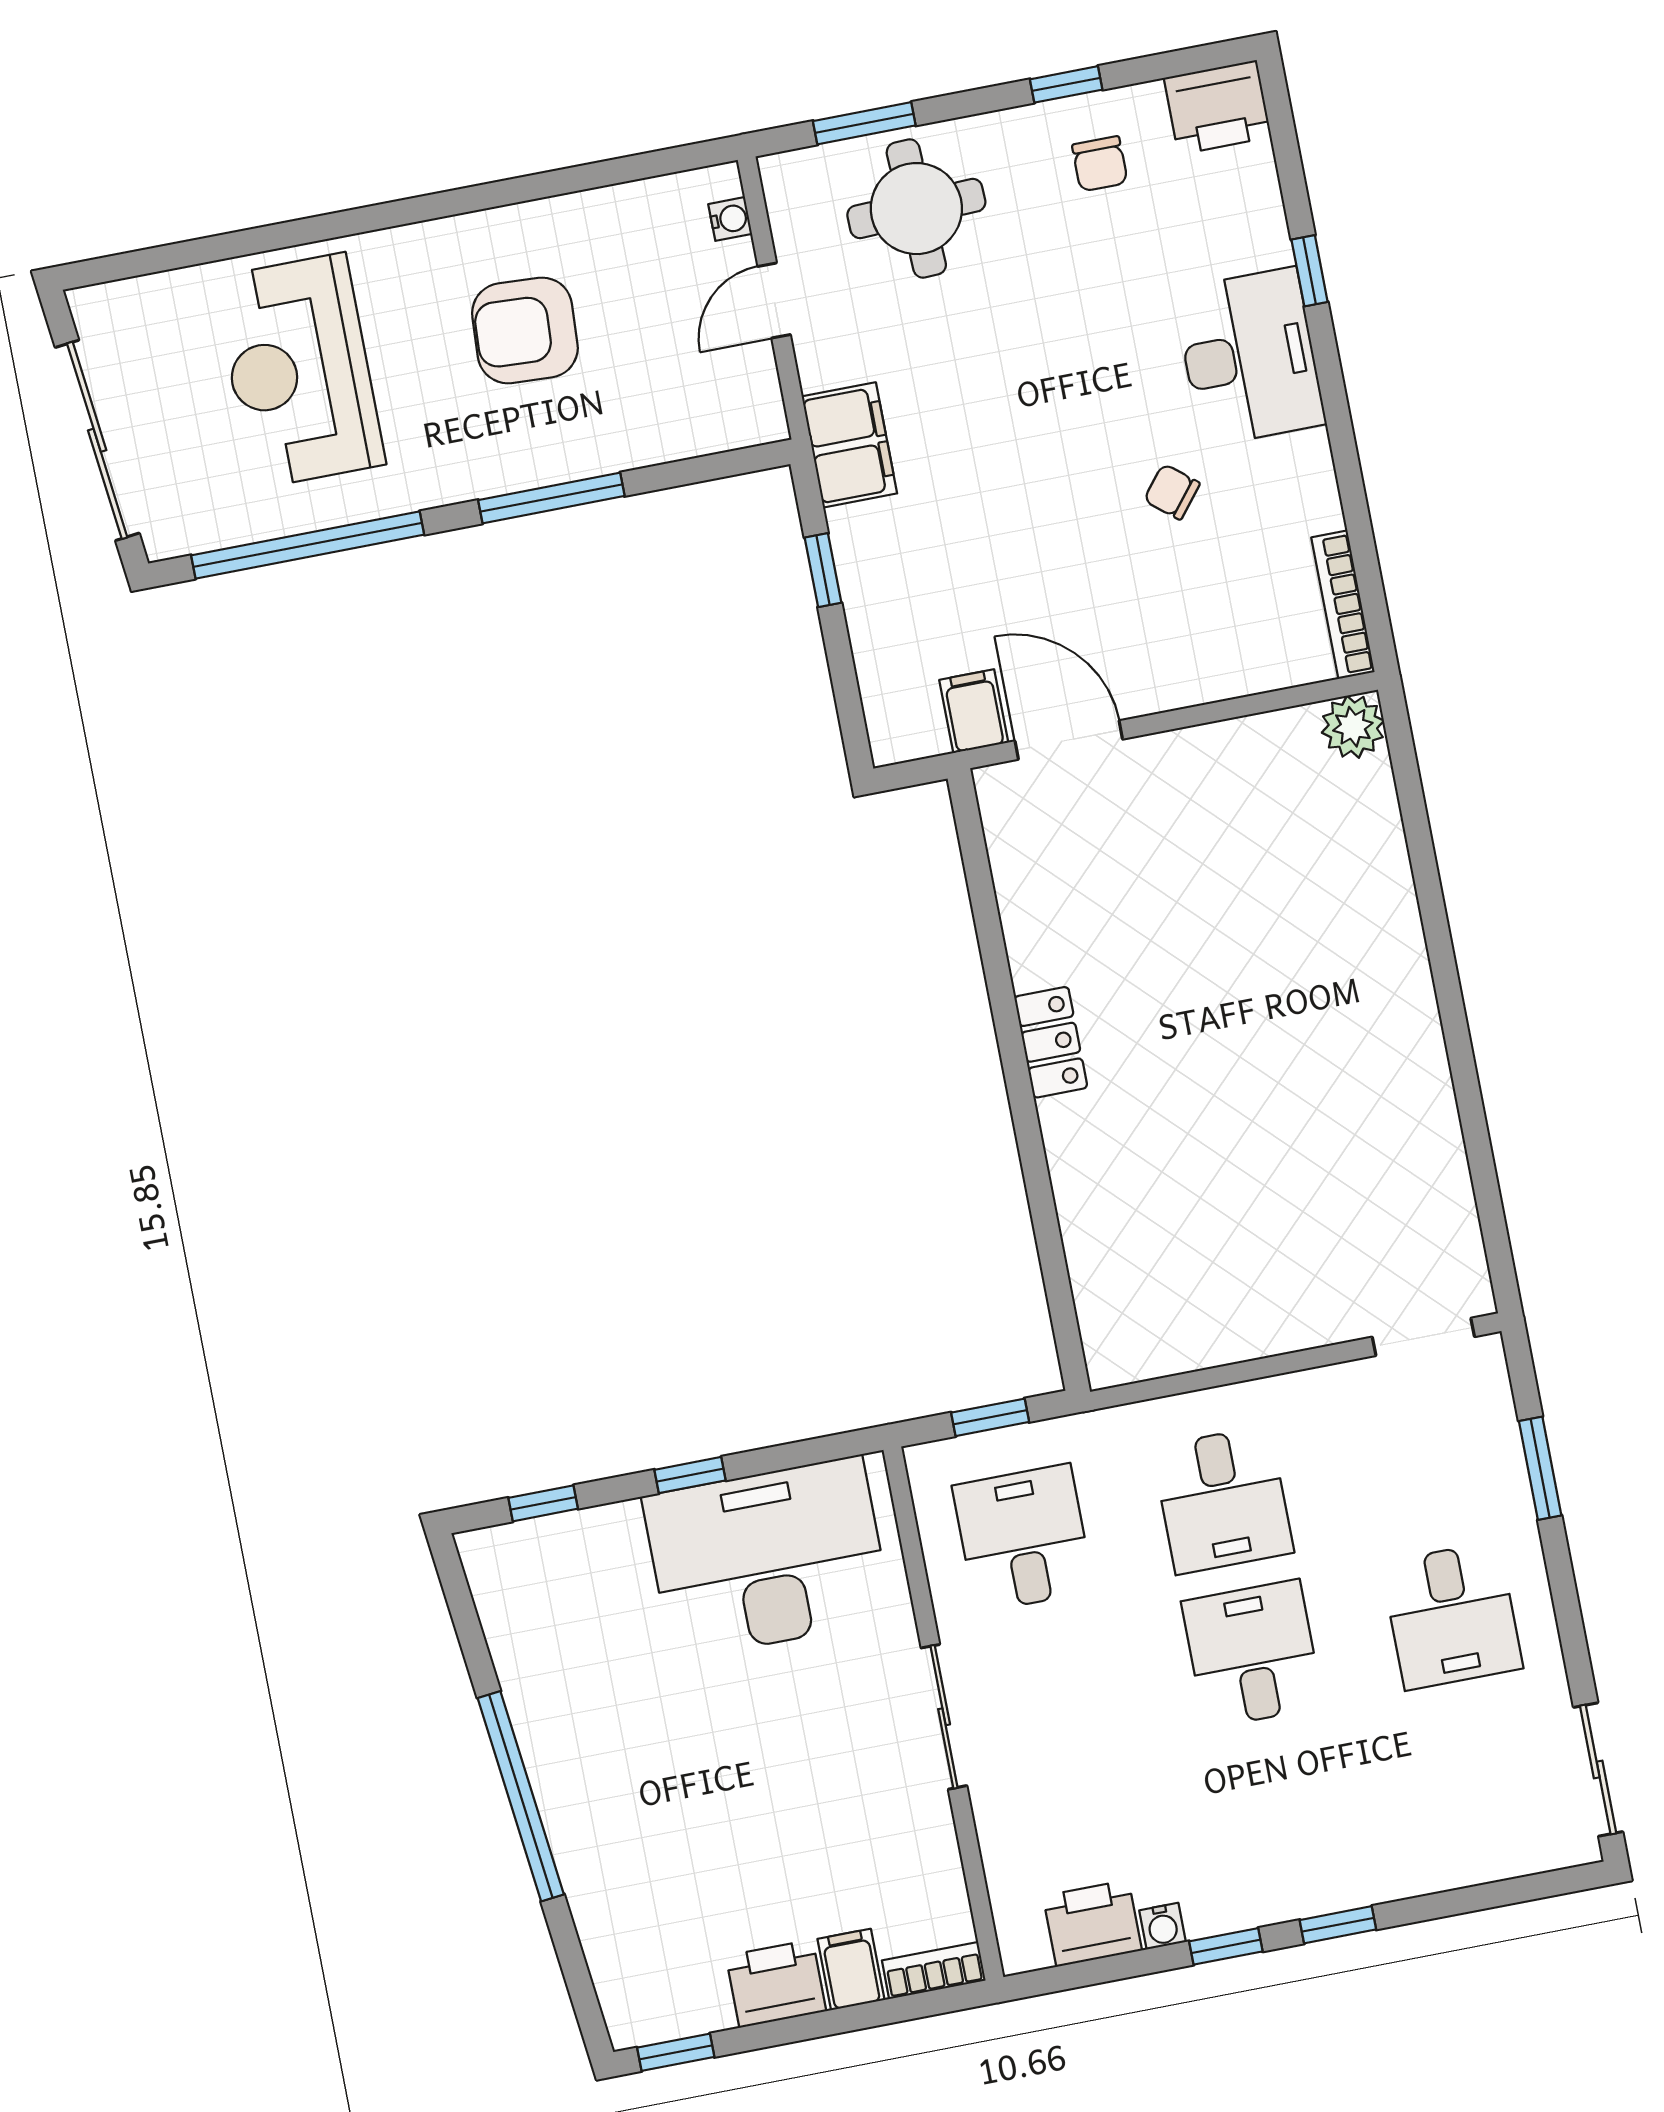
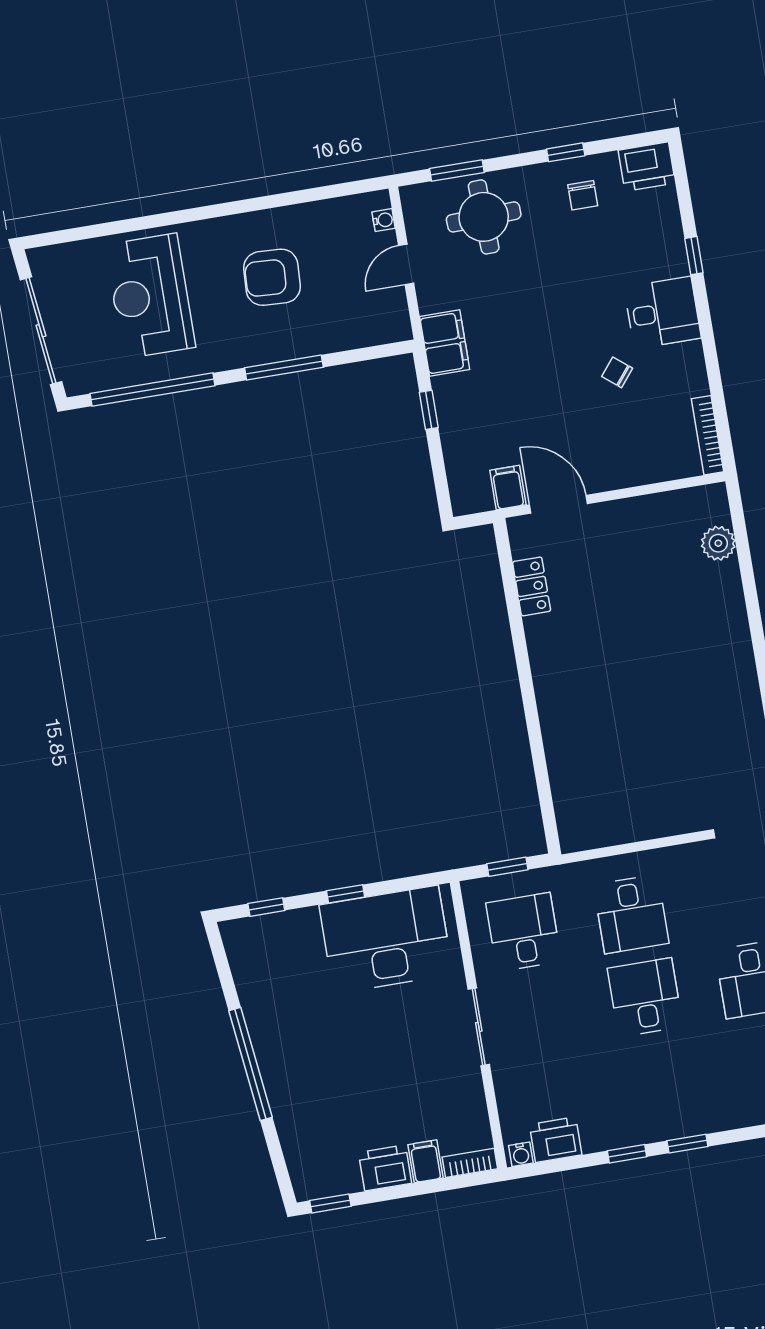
desk: (1249, 357) -> (662, 313), width x0.73
plant: (1353, 727) -> (718, 543), moved
locker: (1051, 1042) -> (532, 586), moved
water cooler: (1163, 1926) -> (521, 1154), moved

